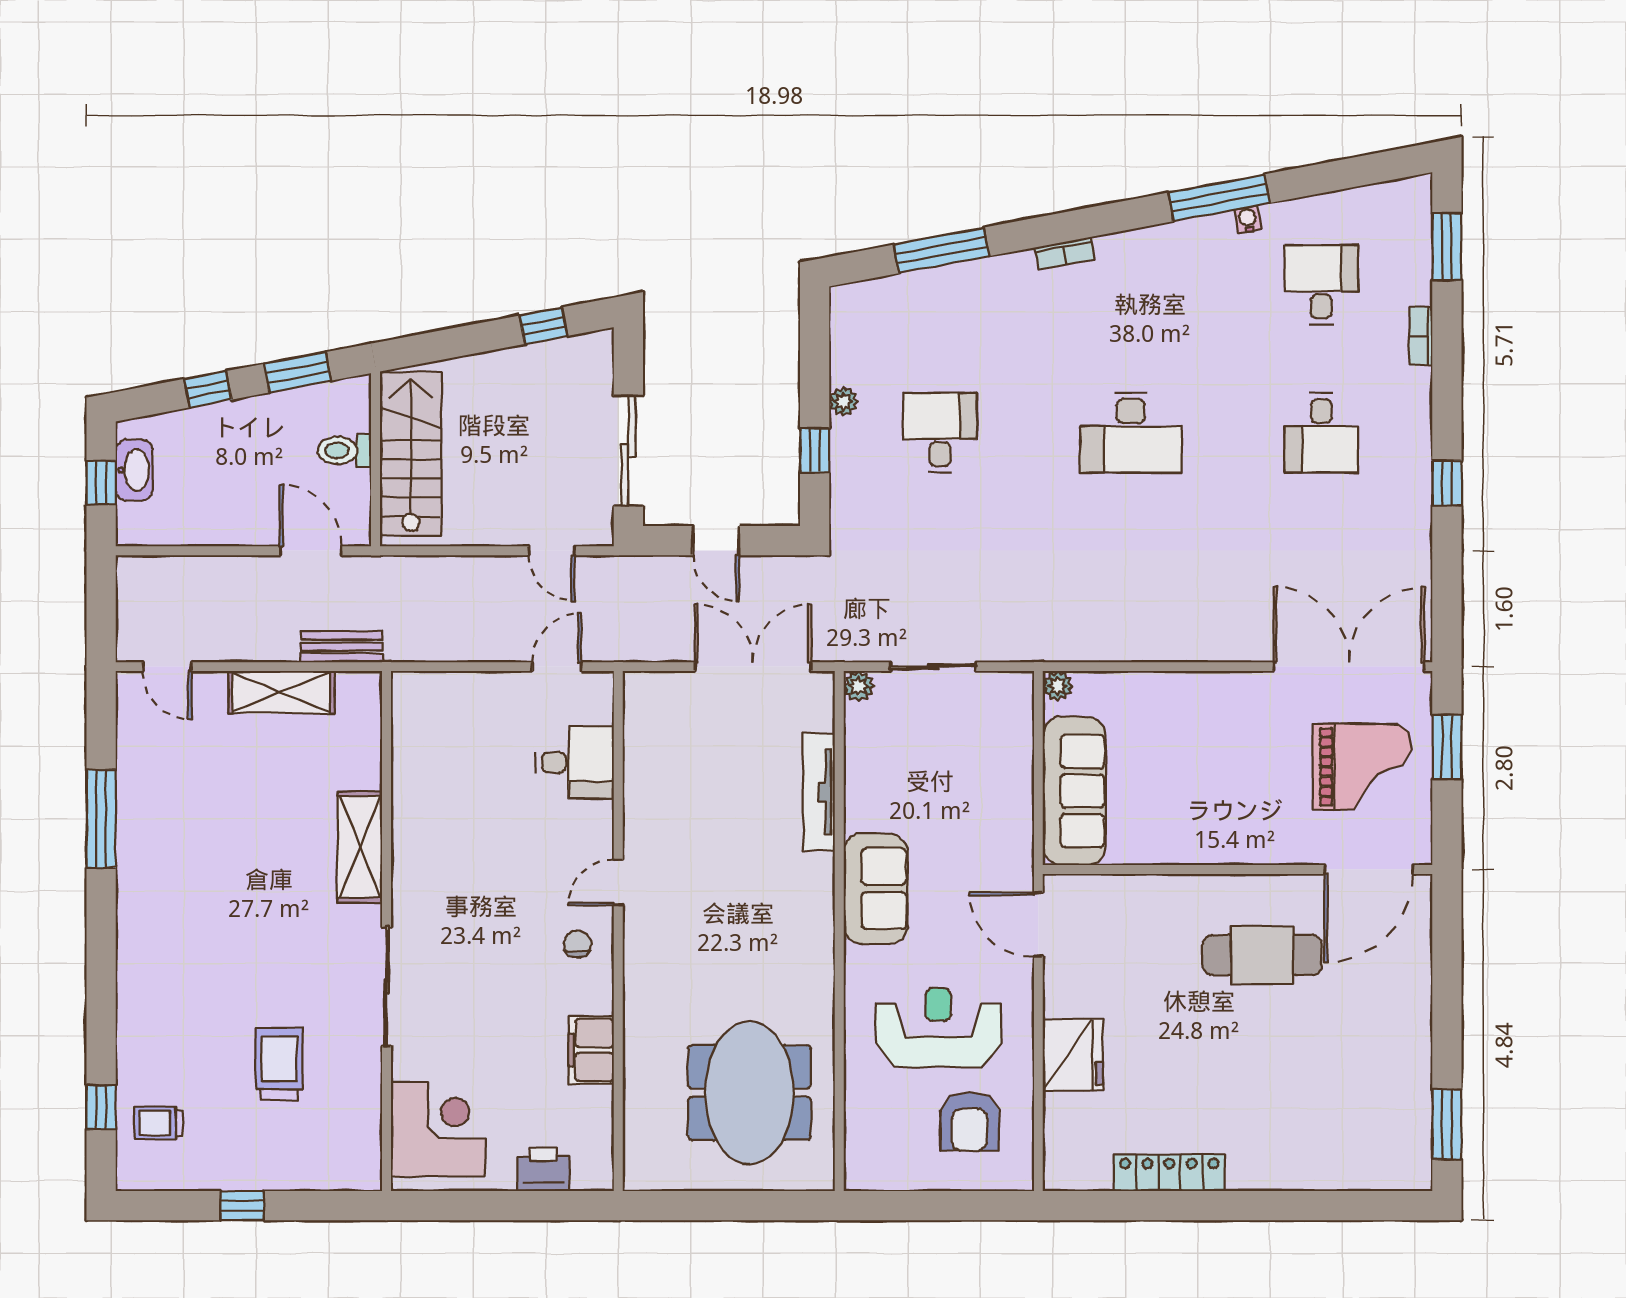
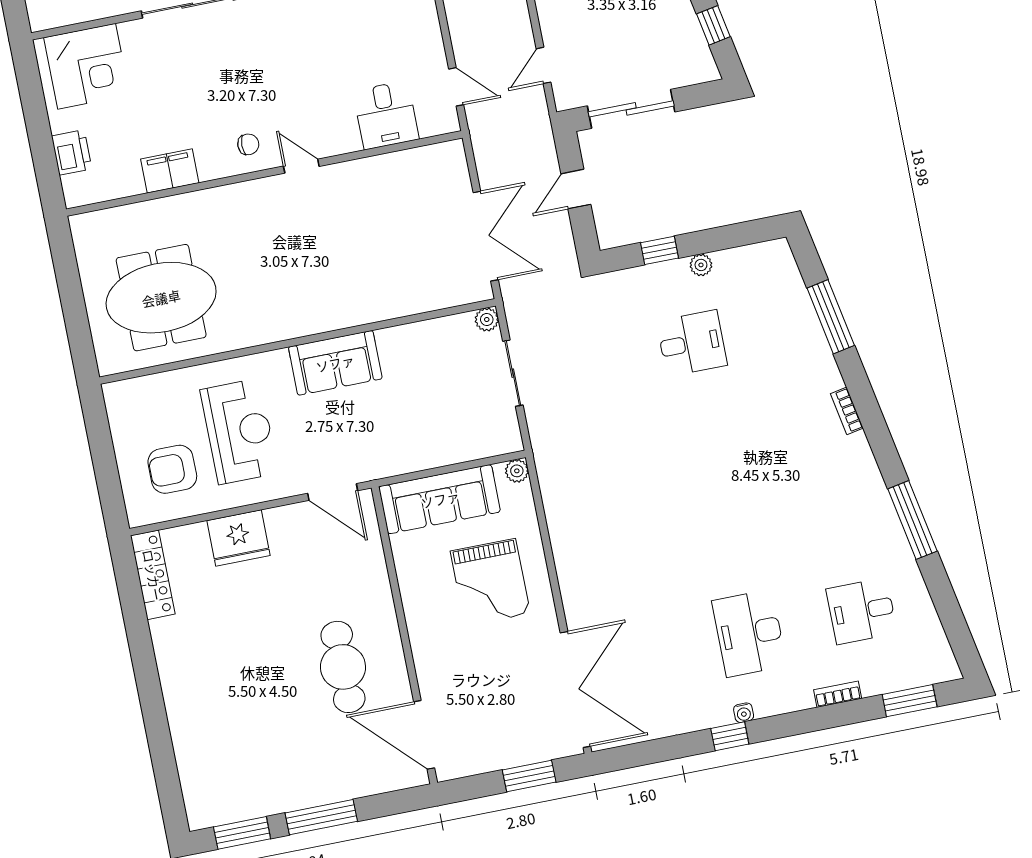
water cooler: (1248, 219) -> (744, 713), moved, turned 101
desk: (1321, 285) -> (862, 611), turned 180
desk: (1131, 433) -> (721, 488), removed
desk: (1321, 433) -> (749, 633), width x1.37
grand piano: (1362, 767) -> (490, 582), moved
tv unit: (819, 792) -> (400, 305), removed
door: (1038, 924) -> (333, 492), swing flipped
window: (1447, 1020) -> (321, 817), added
locker: (1169, 1173) -> (153, 575), moved

